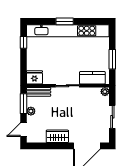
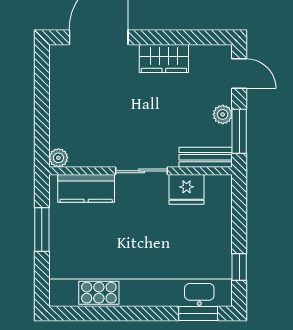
window: (65, 21) -> (198, 313), moved
fridge: (34, 77) -> (187, 189), moved
sliding door: (112, 117) -> (42, 102), removed
door: (23, 130) -> (239, 74), hinge flipped

